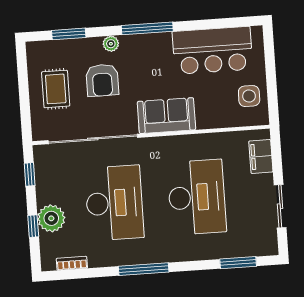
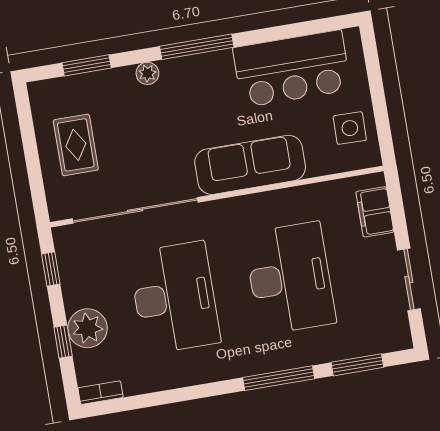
armchair: (102, 80) -> (140, 126), removed
sofa: (166, 116) -> (250, 165), width x1.36
bookcase: (72, 263) -> (100, 393), moved
window: (144, 269) -> (279, 378), moved

